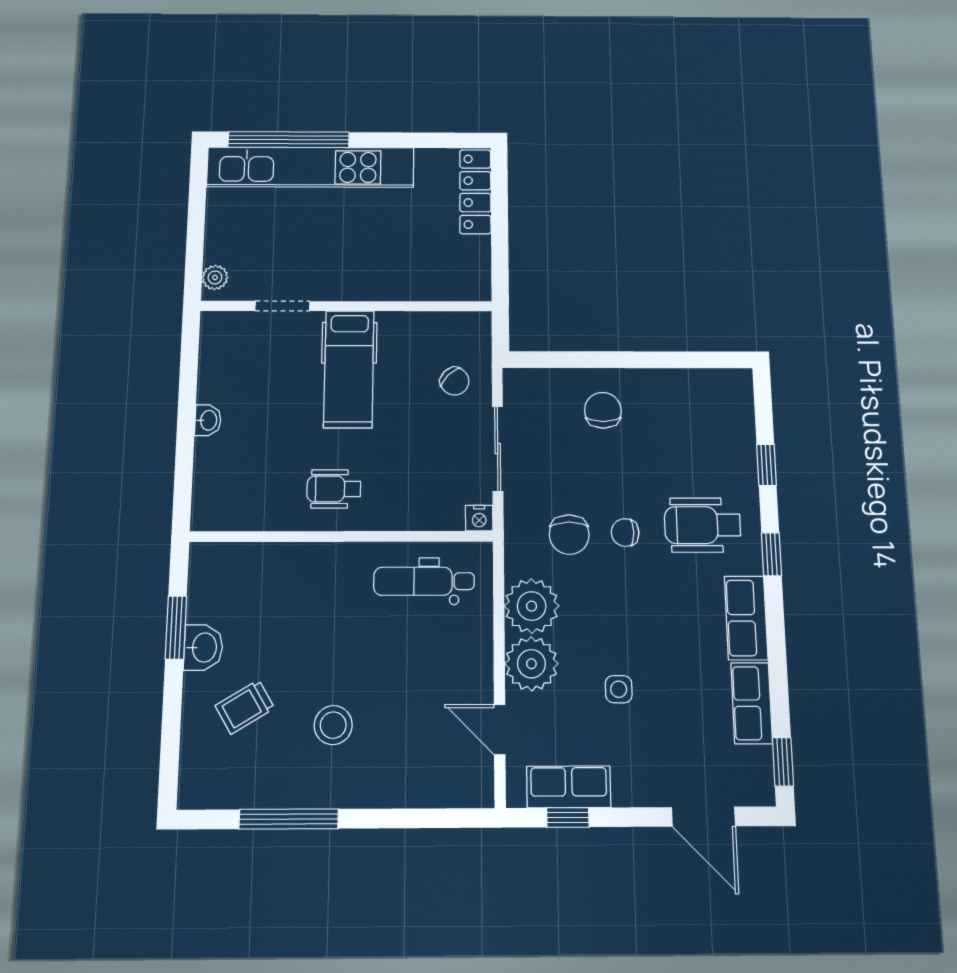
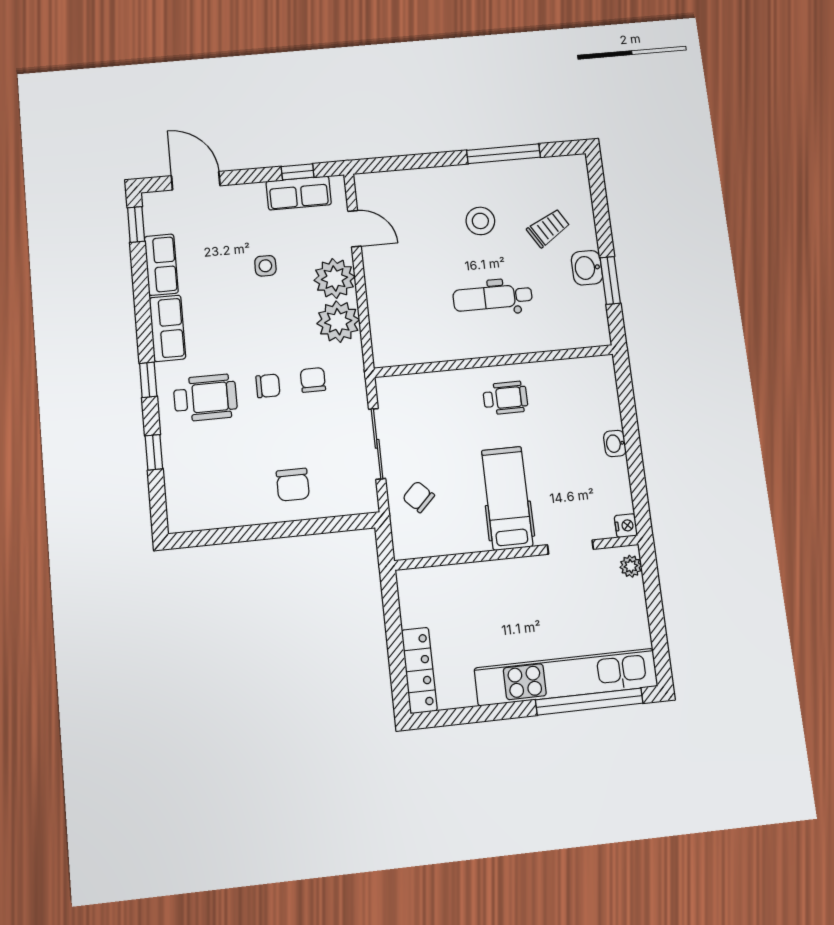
nightstand: (479, 518) -> (626, 526), moved, turned 90
chair: (569, 535) -> (313, 380), width x0.73, depth x0.73
dental chair: (424, 581) -> (493, 298), moved, turned 180

